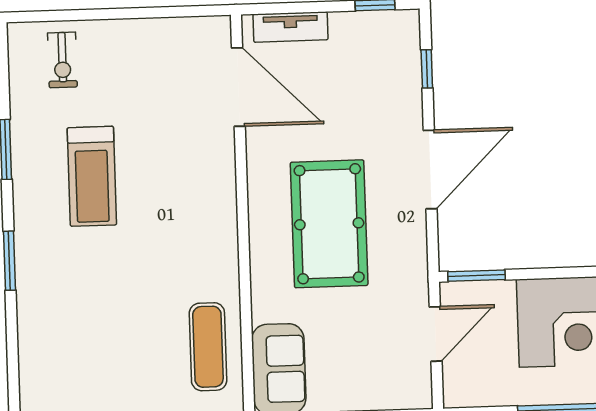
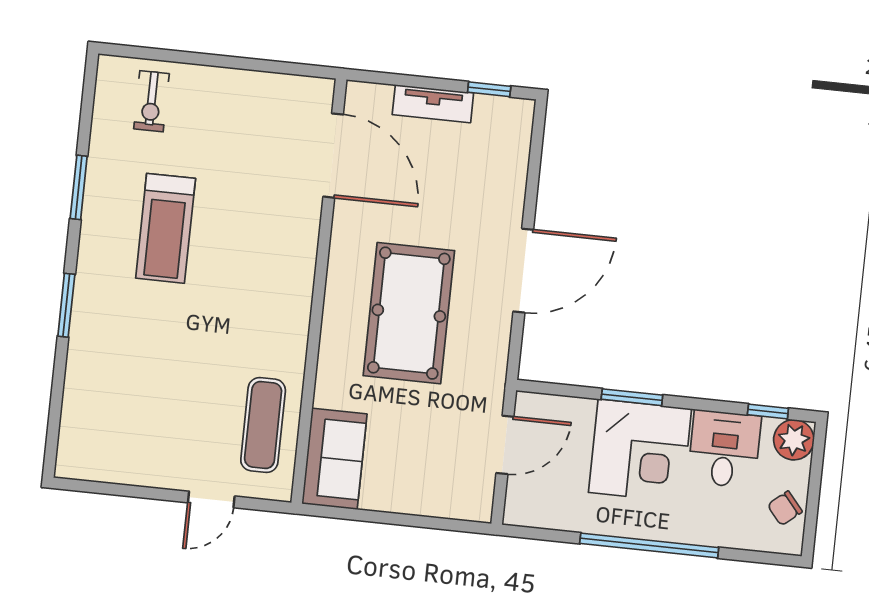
tv unit: (290, 27) -> (433, 104), moved
window: (427, 69) -> (534, 164), removed
window: (477, 276) -> (632, 397), moved

